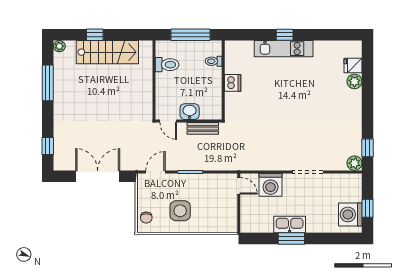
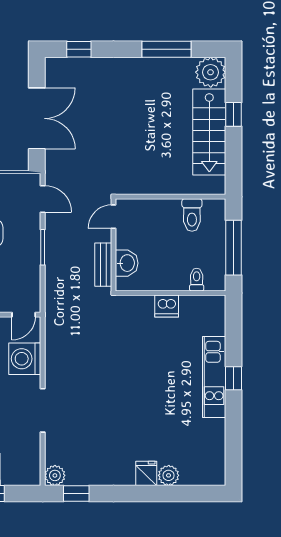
plant: (59, 46) -> (211, 72), width x1.88, depth x1.88
fridge: (353, 65) -> (146, 473), moved
washbasin: (190, 112) -> (127, 263), moved

